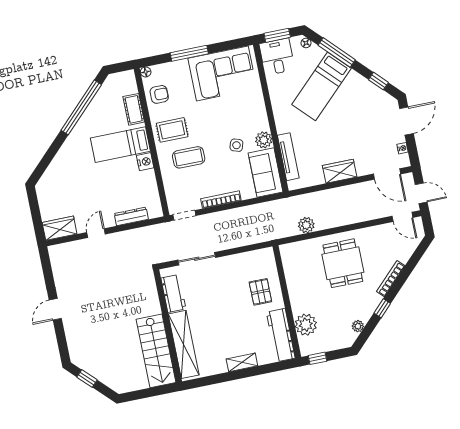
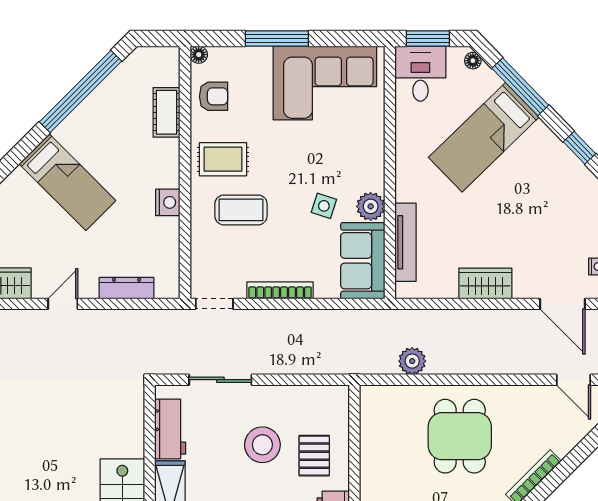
bed: (120, 145) -> (67, 182), moved, turned -135
stool: (229, 292) -> (262, 445), added

